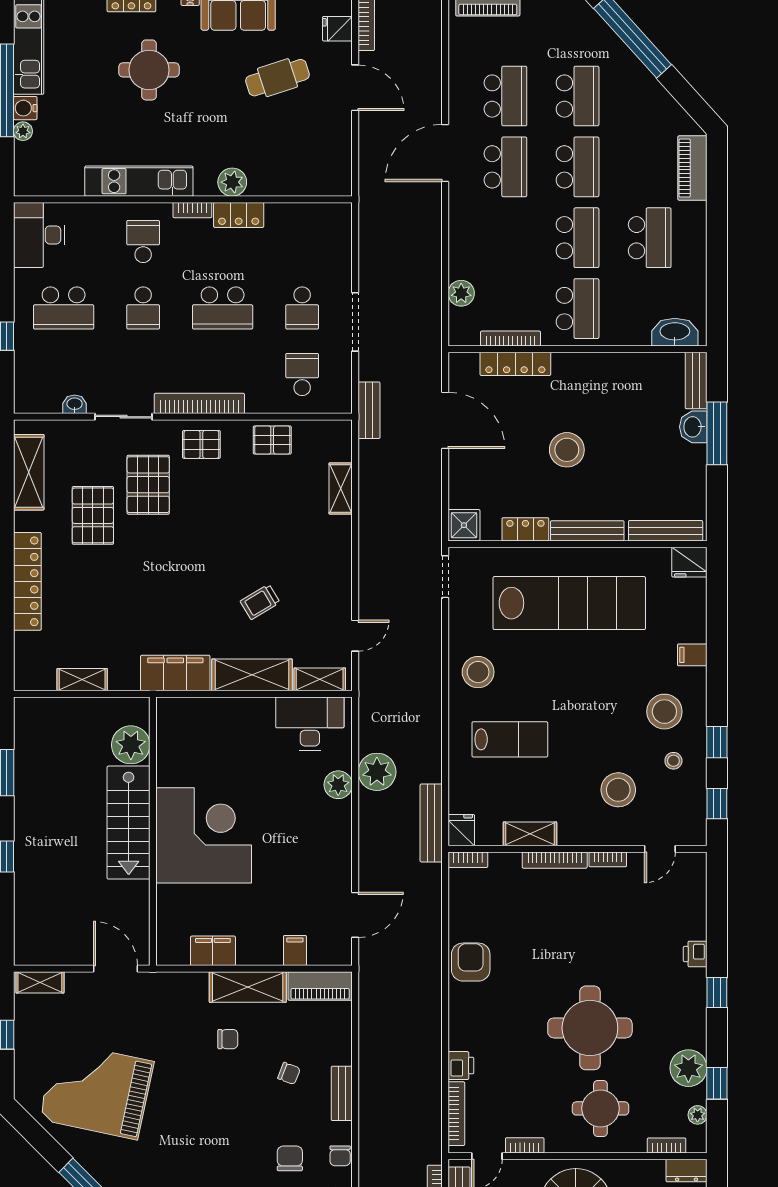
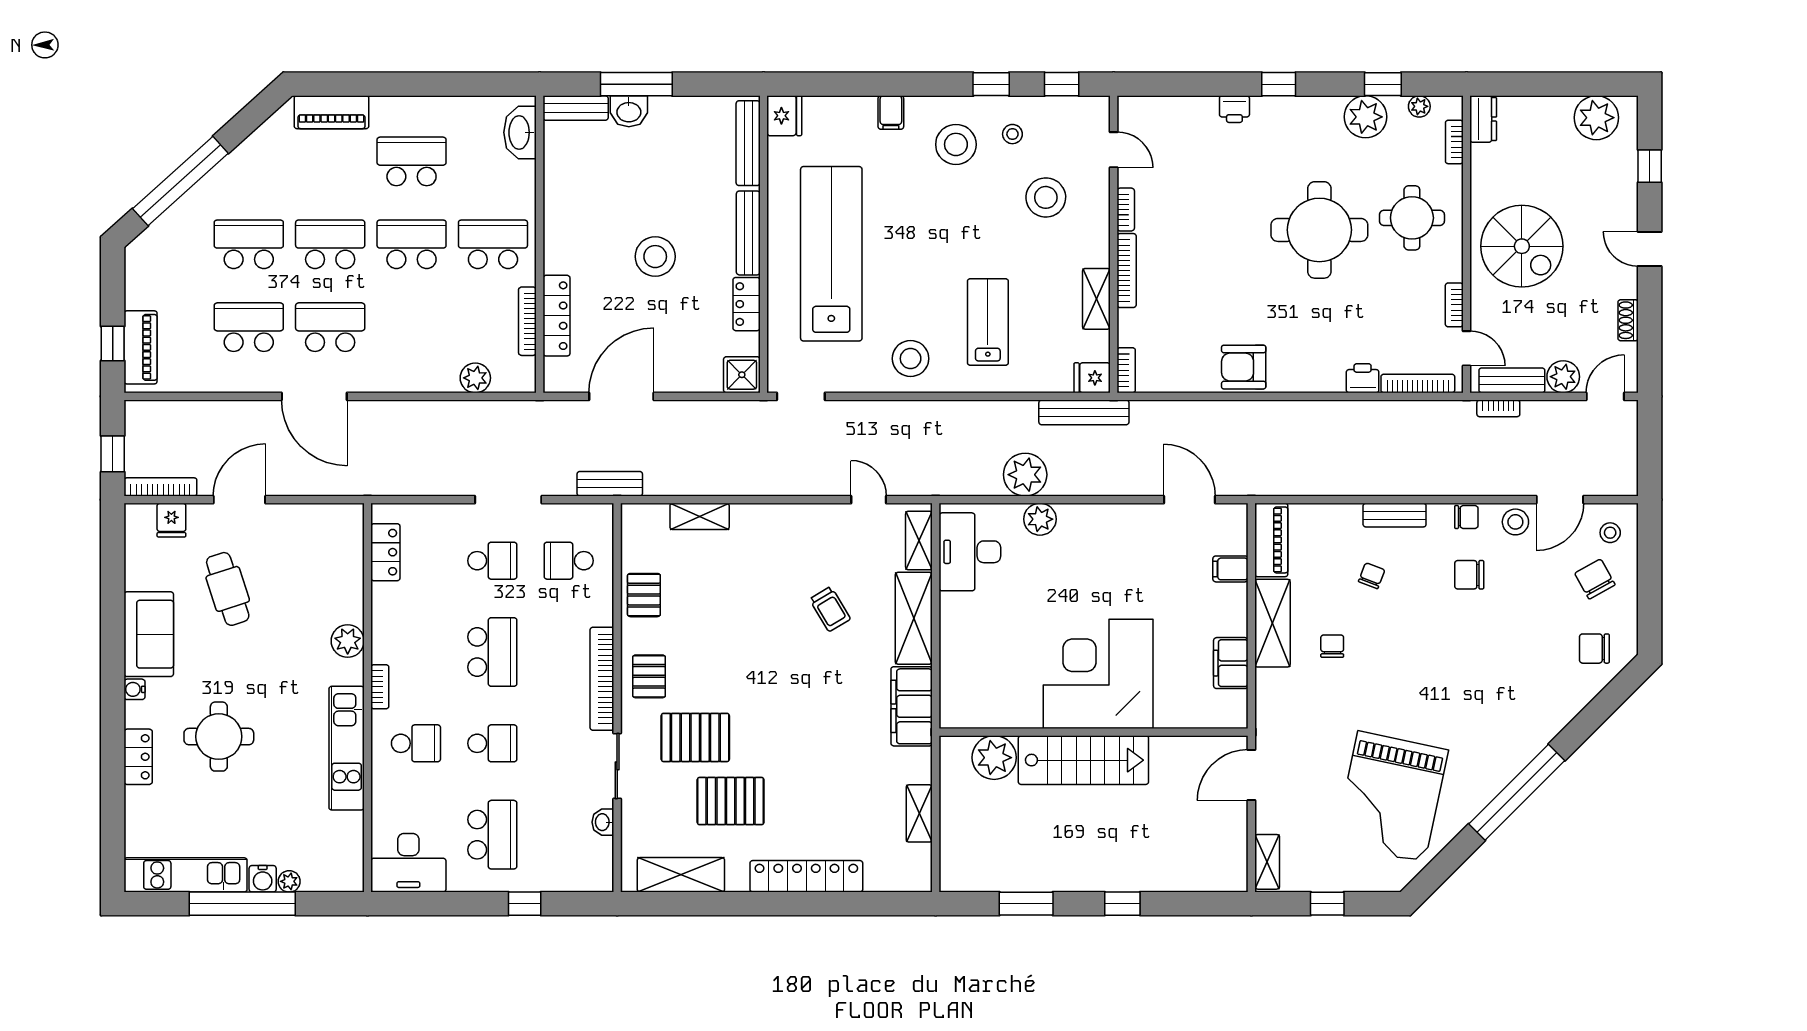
locker: (239, 215) -> (385, 552), moved
school desk: (143, 242) -> (416, 743), turned 180

